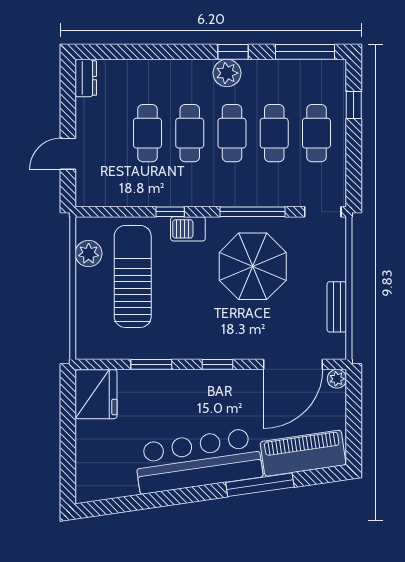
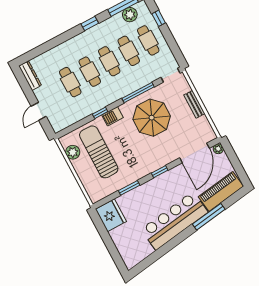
plant: (227, 73) -> (130, 15), moved
dresser: (86, 78) -> (30, 76), width x1.44
bench: (337, 307) -> (194, 104), moved

